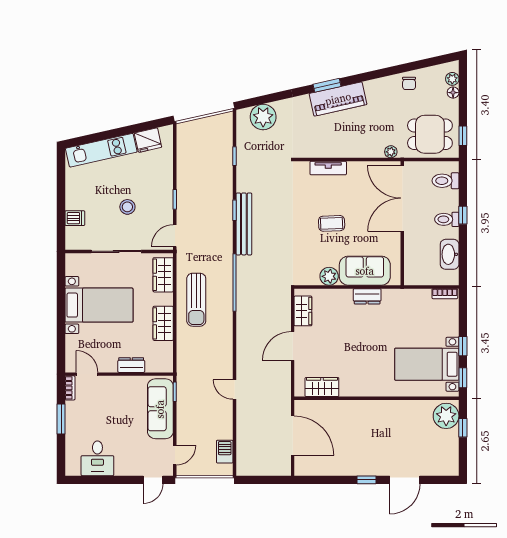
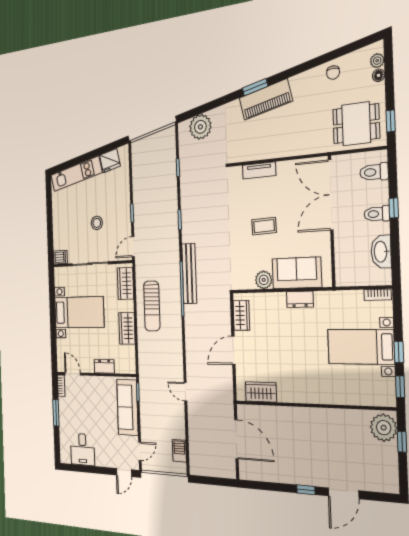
plant: (391, 152) -> (318, 147), removed
dishwasher: (75, 218) -> (60, 257), moved
bench: (244, 224) -> (189, 274), moved
bed with nightstands: (427, 364) -> (361, 347), moved

